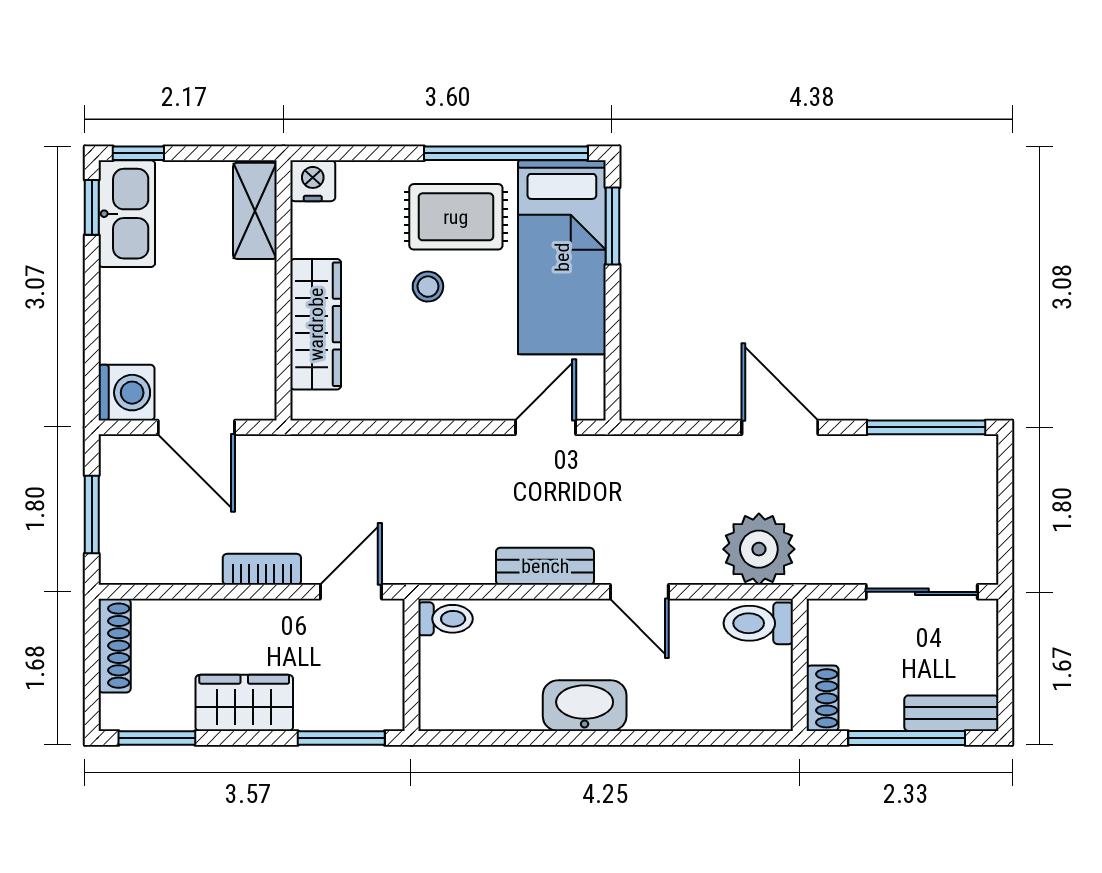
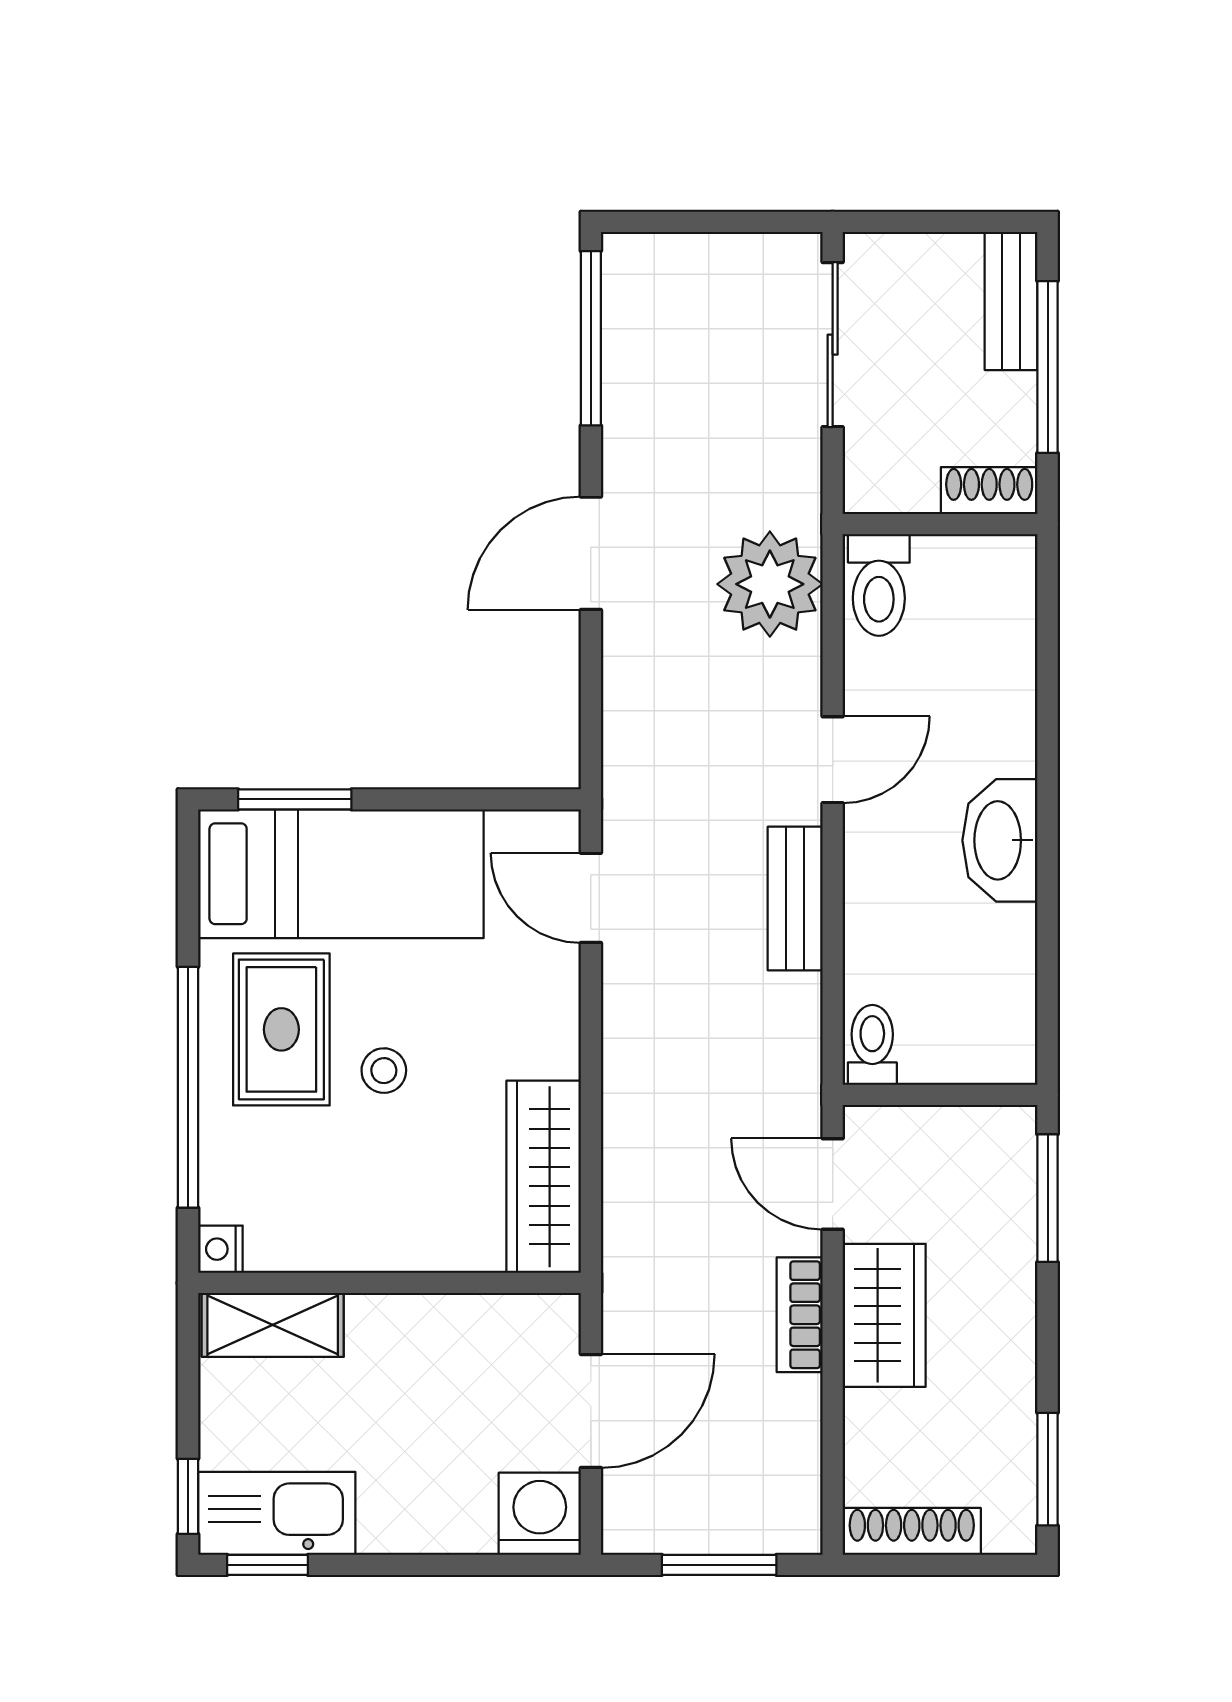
window: (506, 153) -> (188, 1087), moved
nightstand: (313, 181) -> (220, 1249), width x0.72, depth x0.74
wardrobe: (316, 324) -> (544, 1177), moved, turned -90
wardrobe: (244, 703) -> (884, 1315), moved, turned 180

